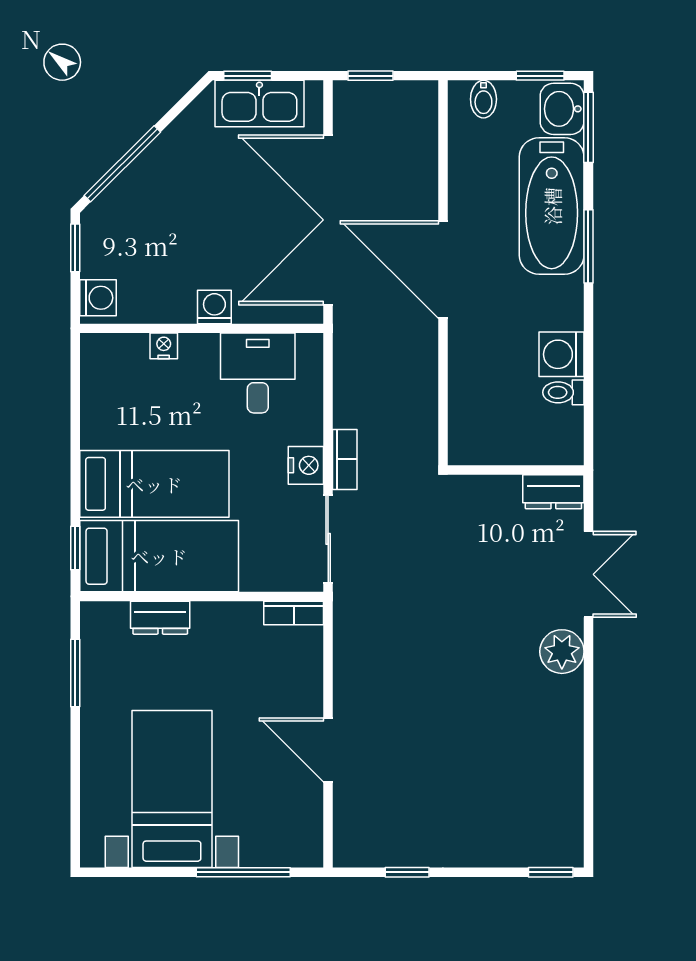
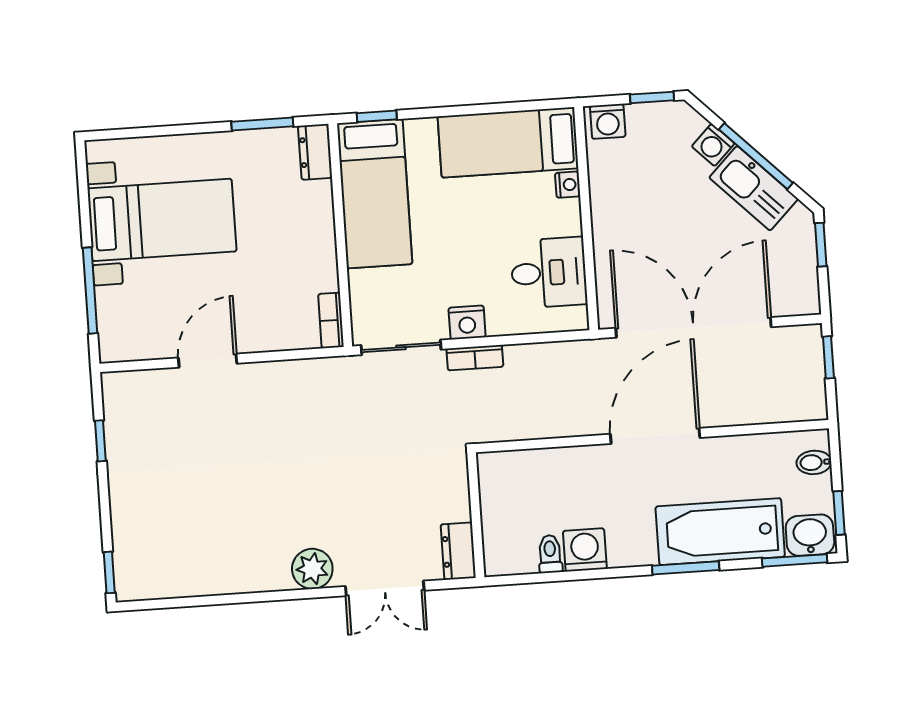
kitchen sink: (259, 104) -> (754, 188), moved, turned -45
window: (122, 164) -> (756, 156), moved
washing machine: (214, 307) -> (713, 145), moved, turned 135
bed: (154, 484) -> (508, 142), moved, turned 90
dresser: (160, 618) -> (315, 152), moved

